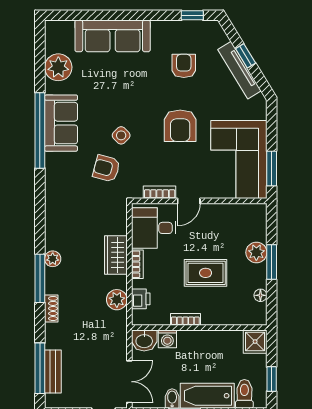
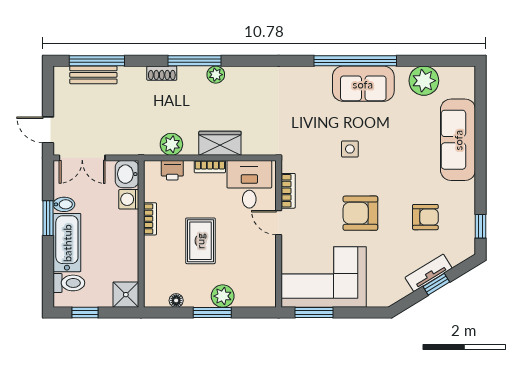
tv unit: (240, 70) -> (429, 273), width x0.71
side table: (121, 135) -> (350, 149), turned 45
armchair: (106, 168) -> (314, 133), removed

